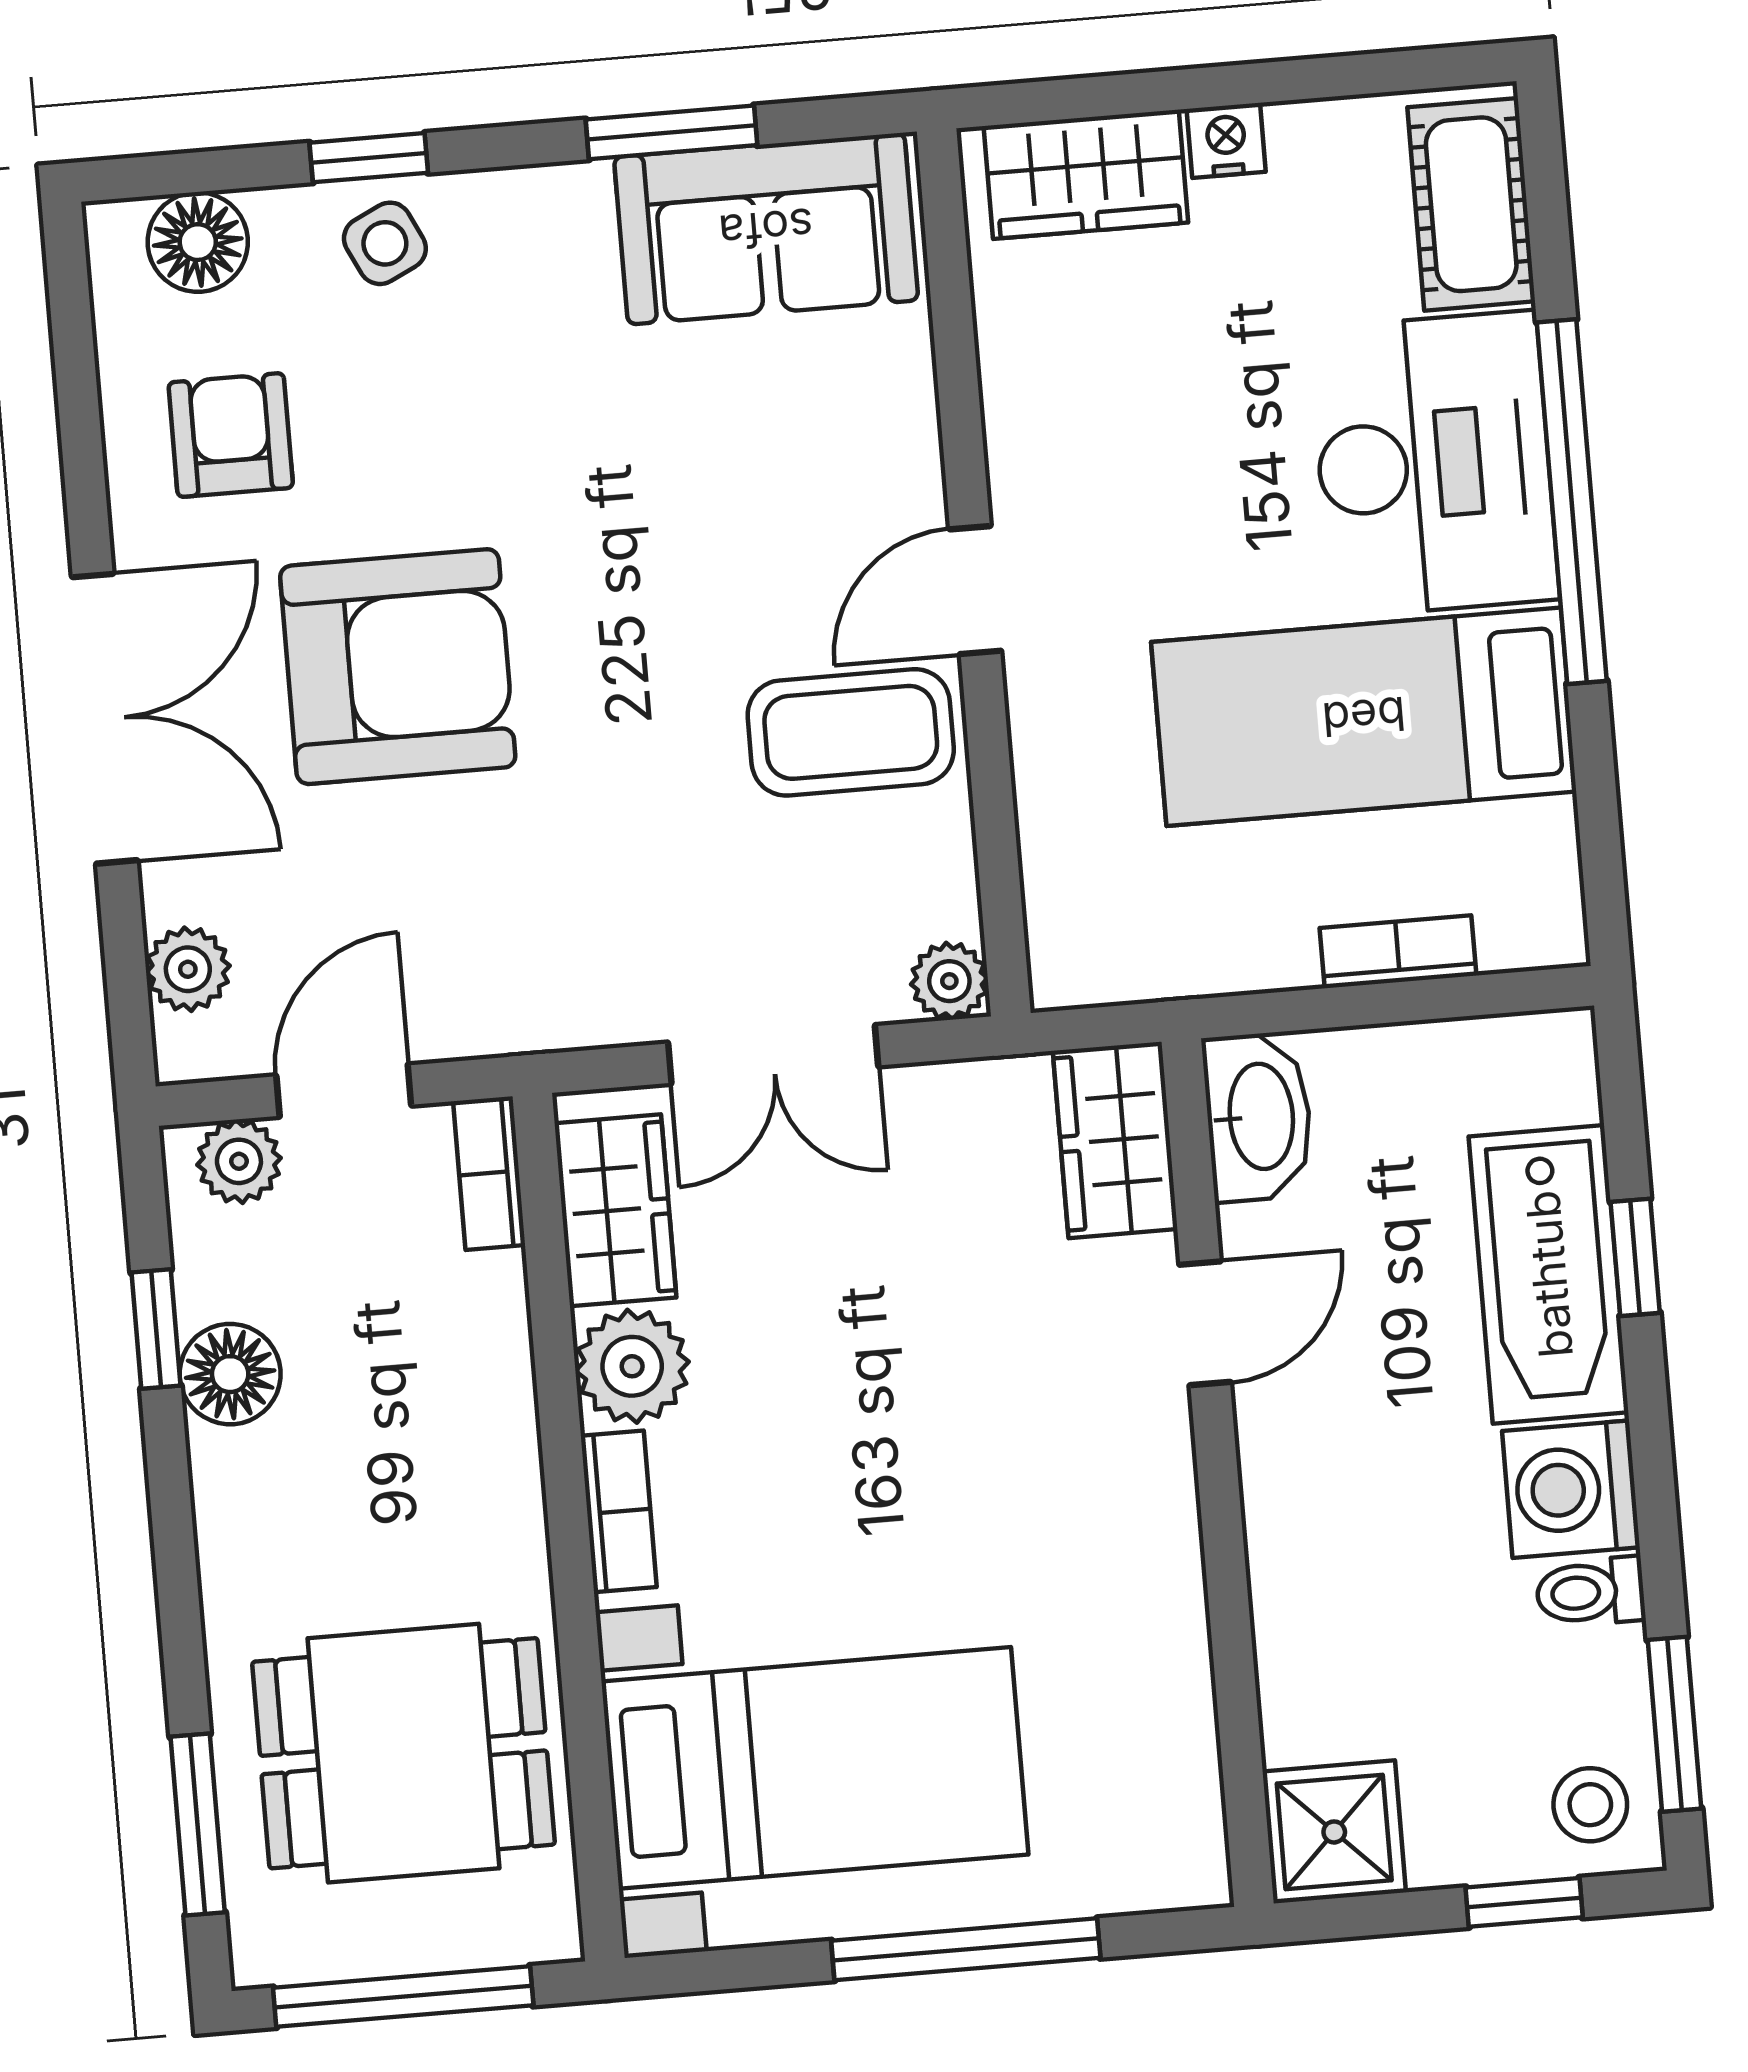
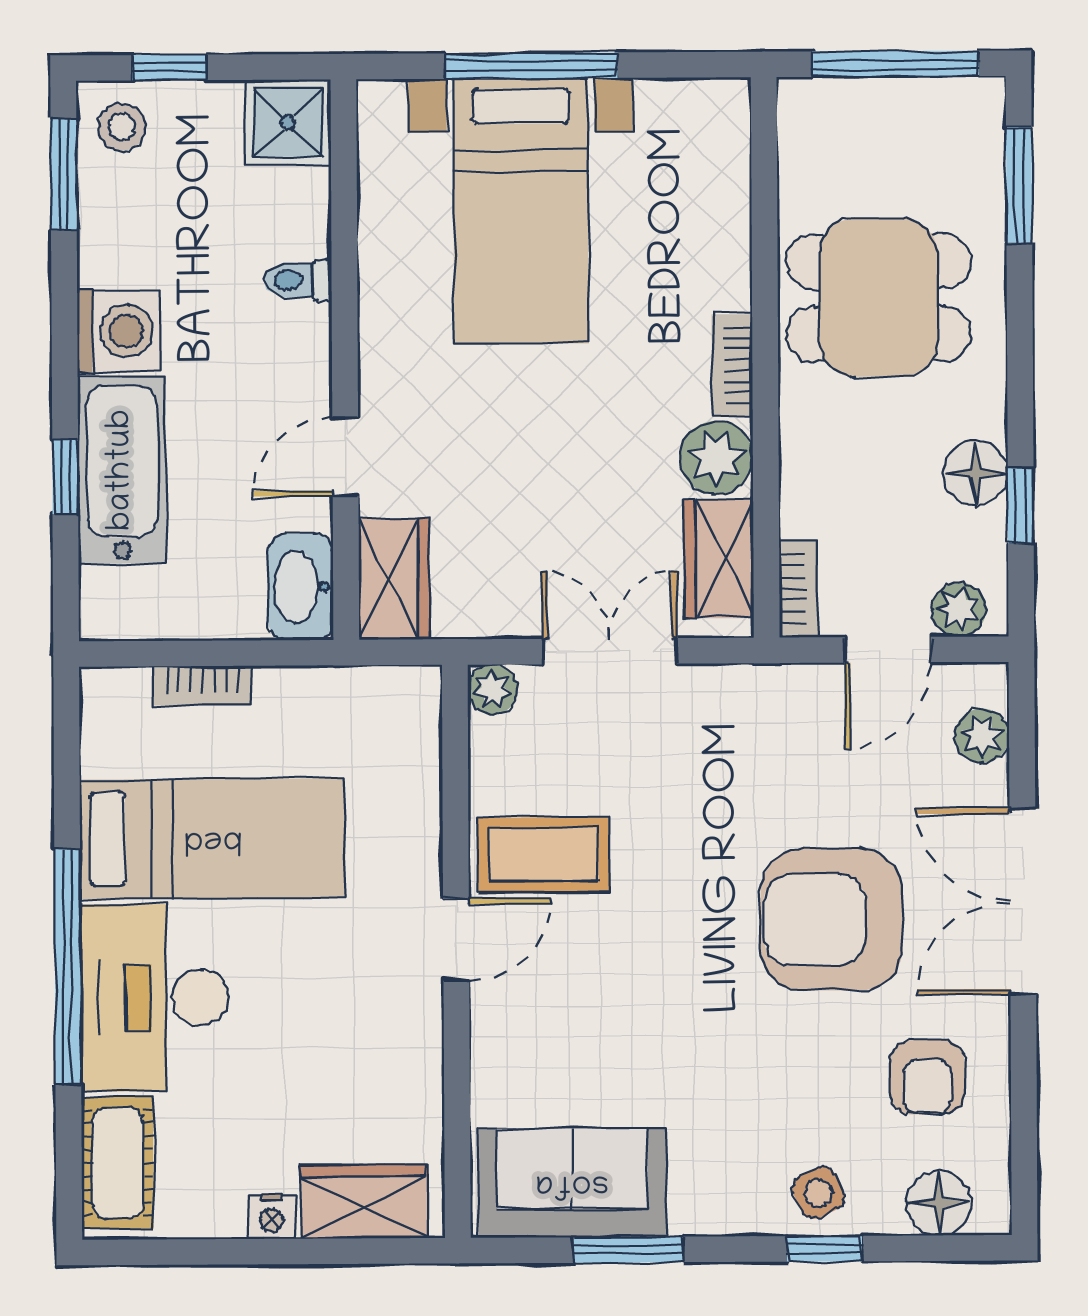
toilet: (1590, 1592) -> (298, 280), moved, turned 180
dining table: (404, 1753) -> (879, 298), moved
bed with nightstands: (815, 1768) -> (521, 211), moved, turned -90

